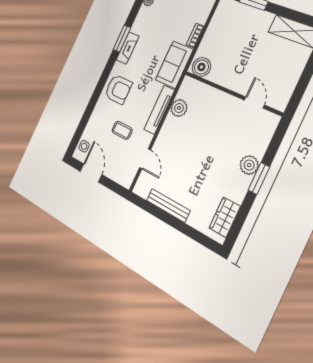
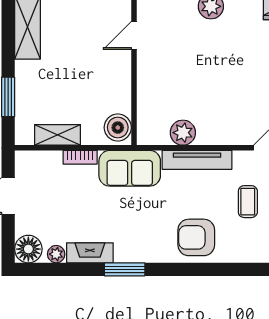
shelving: (215, 26) -> (57, 135), added
fireplace: (128, 48) -> (90, 253), moved
armchair: (118, 89) -> (196, 237), turned -90

